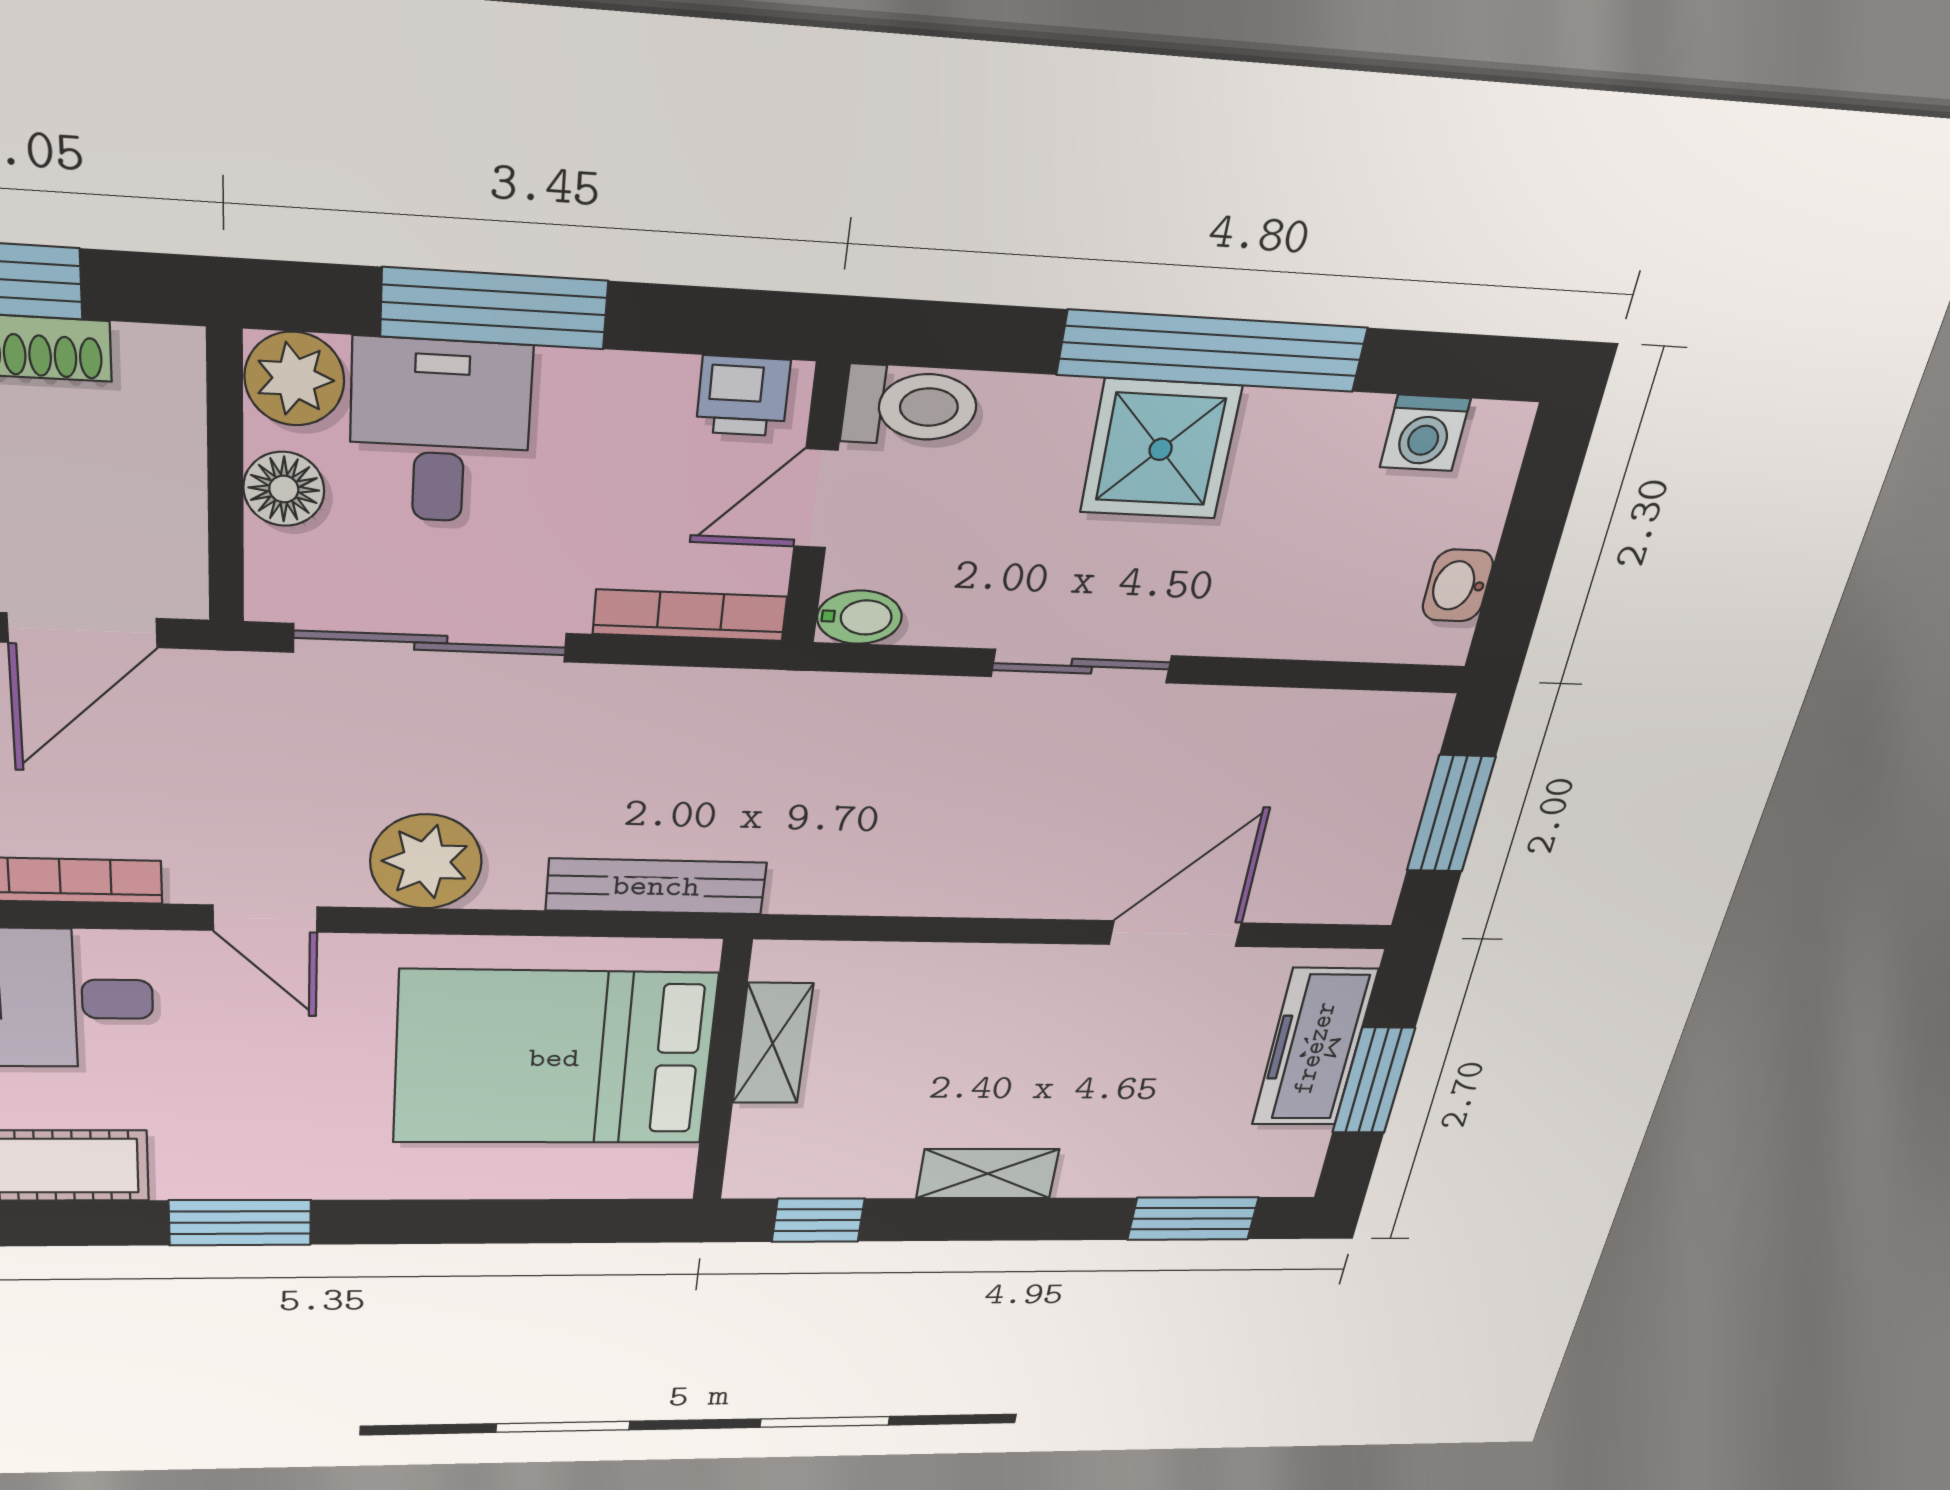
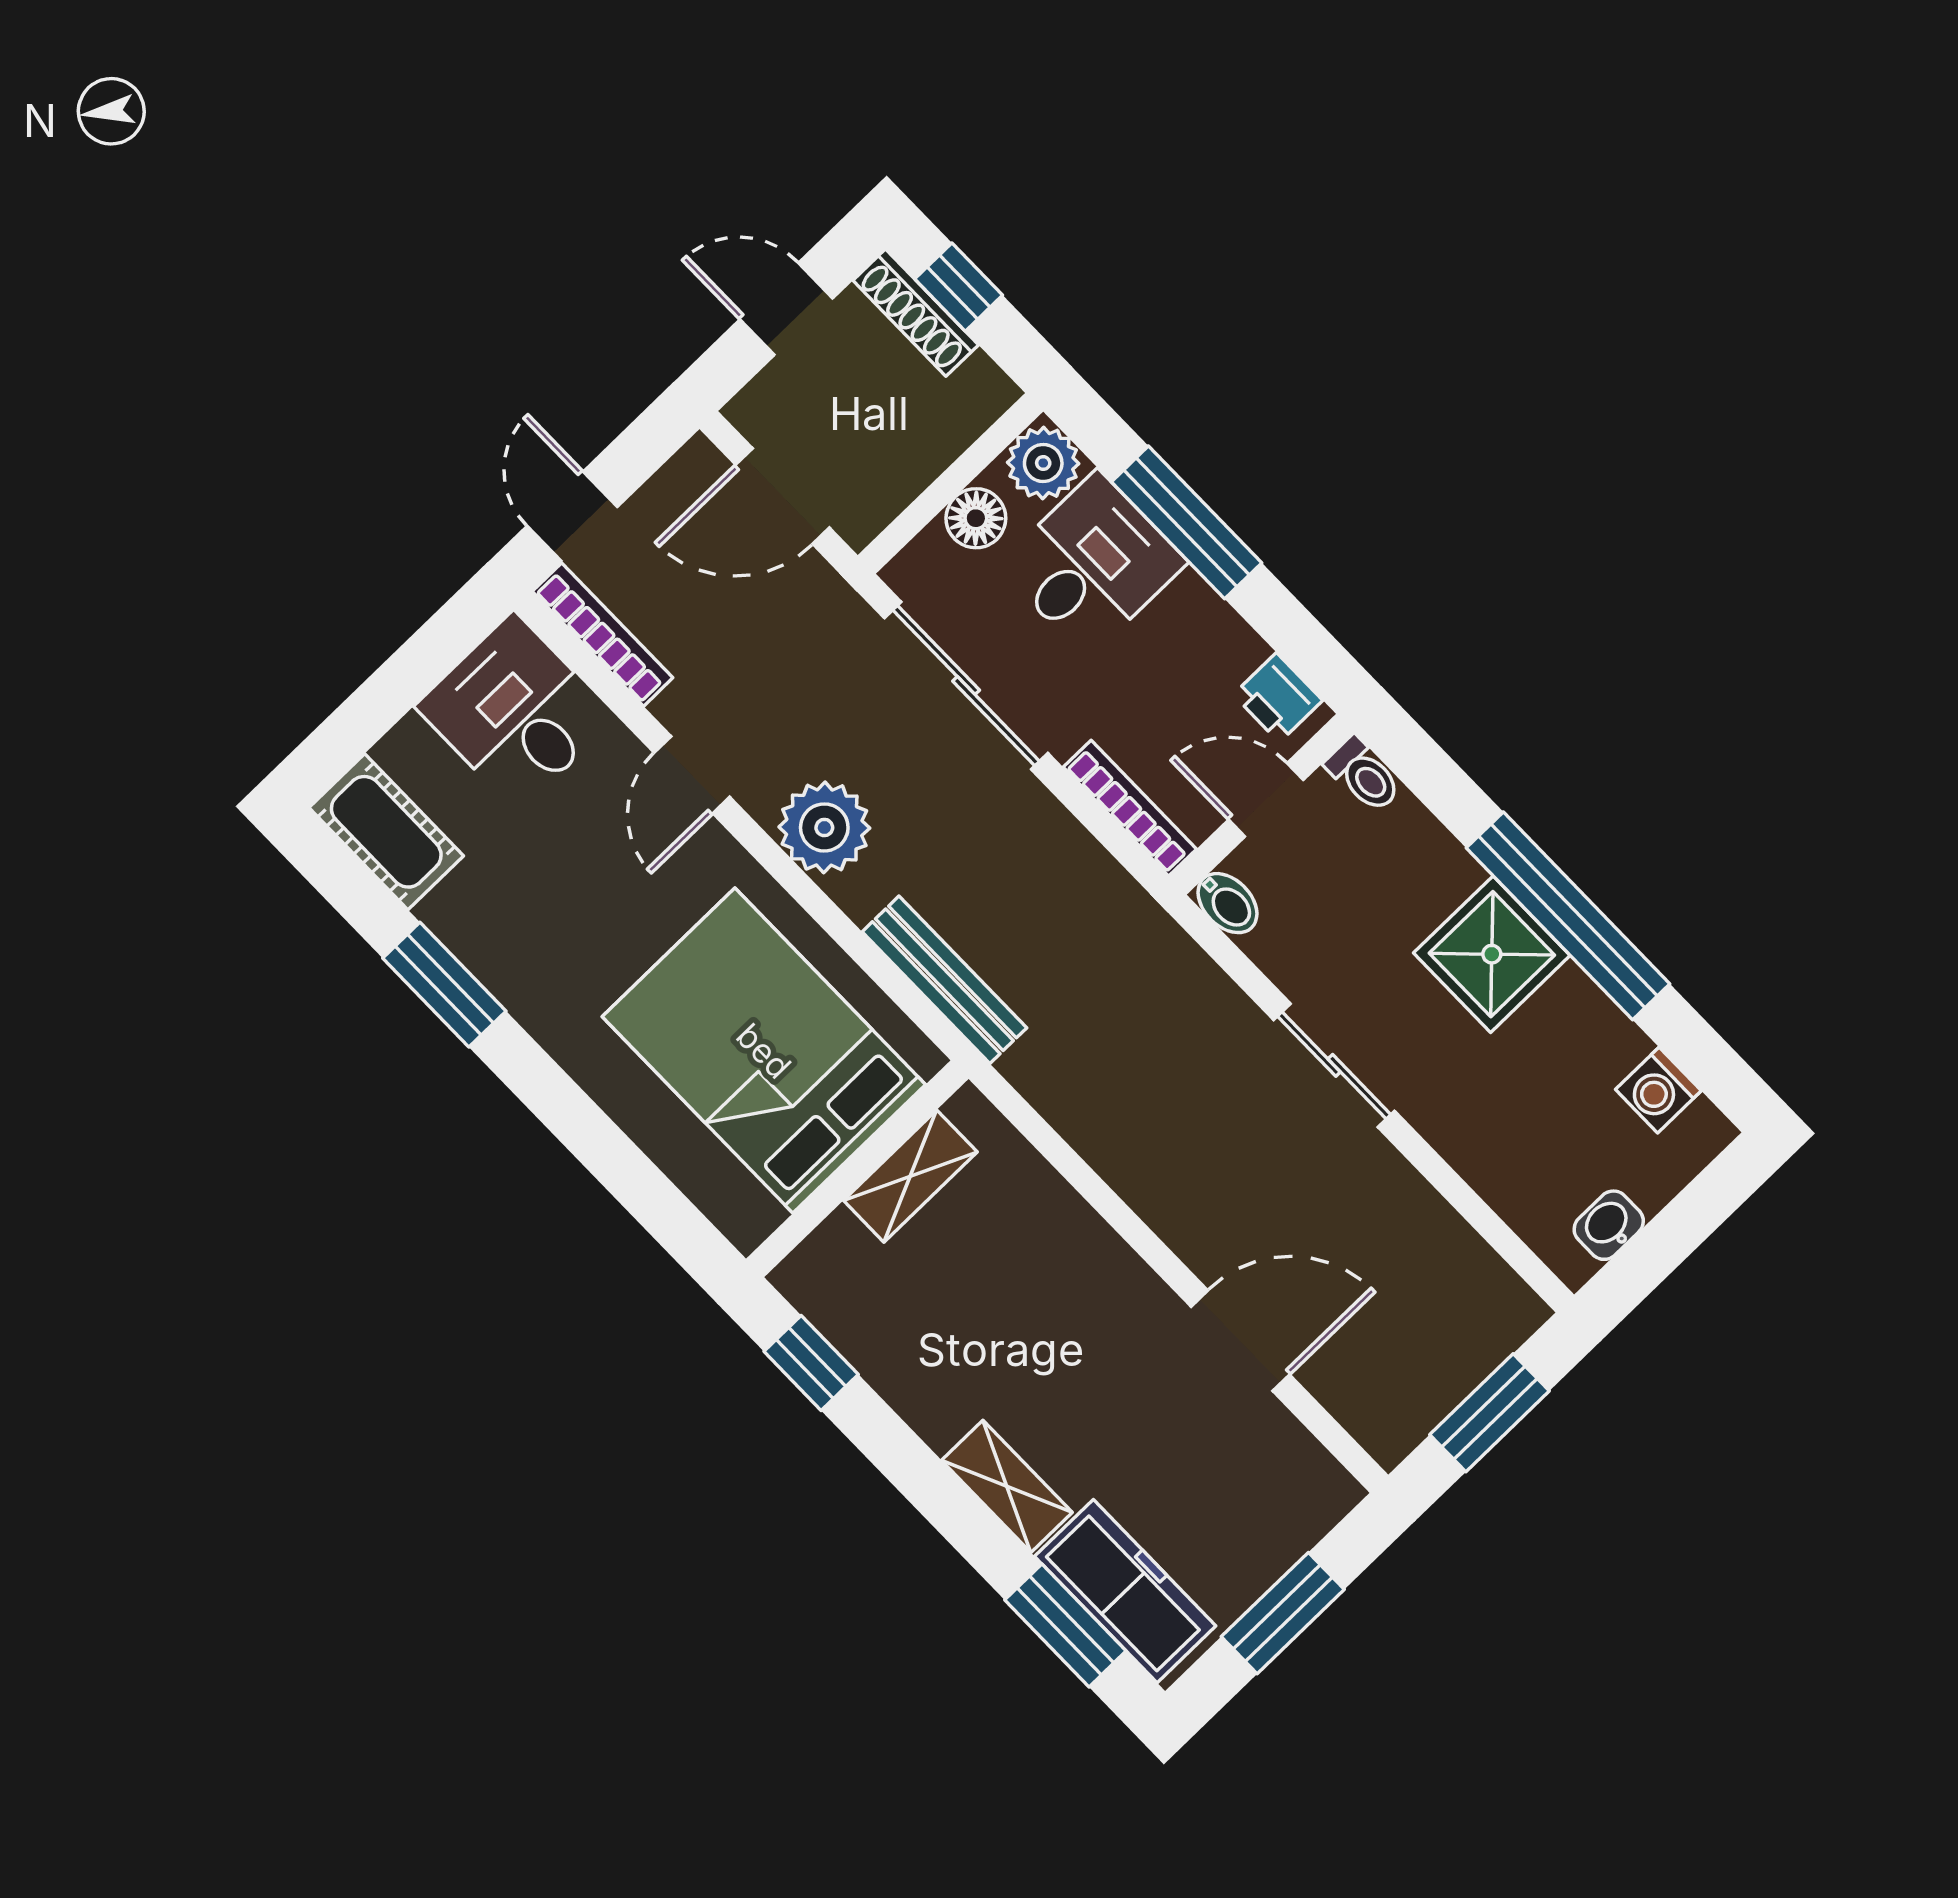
toilet: (911, 406) -> (1364, 775), width x0.73, depth x0.72
freezer: (1314, 1048) -> (1125, 1591), moved, turned 90
shelving: (988, 1174) -> (1007, 1486), moved

